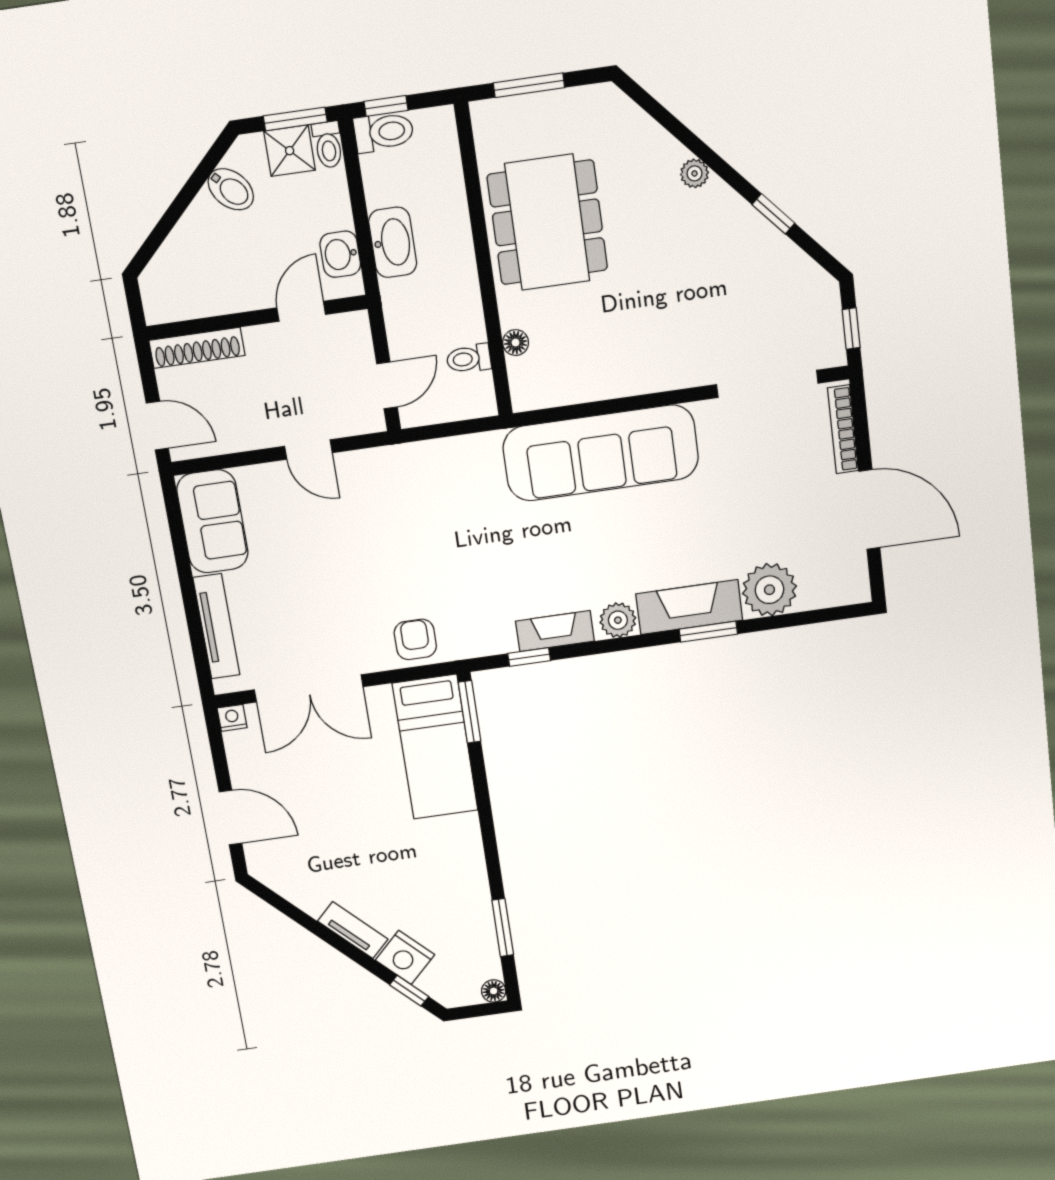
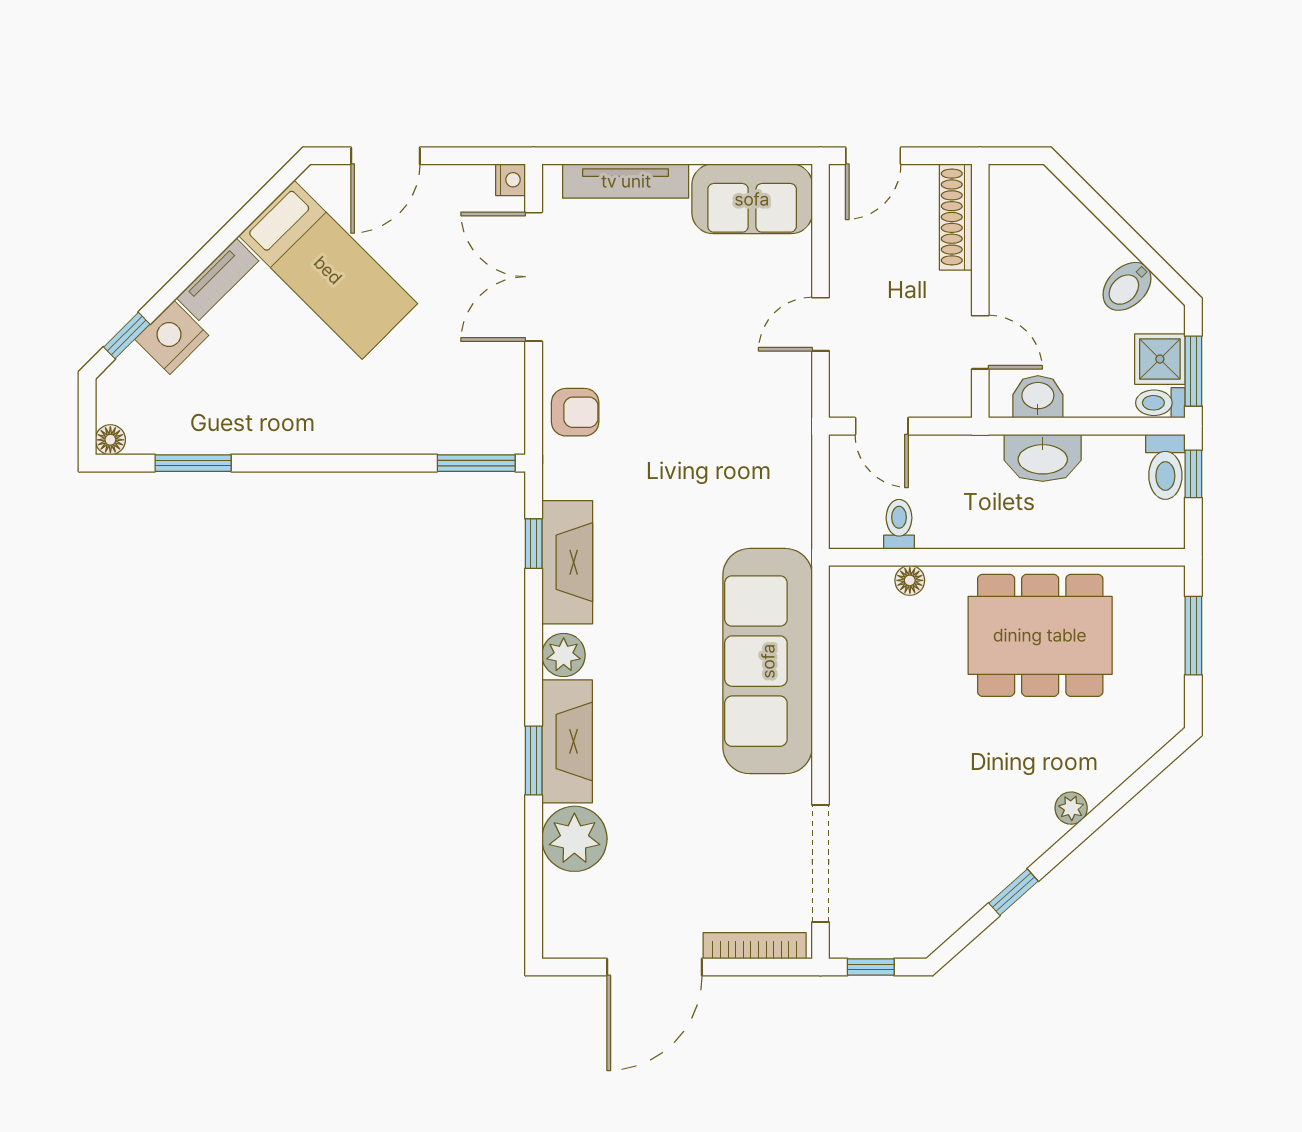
fireplace: (555, 631) -> (567, 562), width x1.37, depth x1.32
bed: (435, 747) -> (328, 270), moved, turned -135

